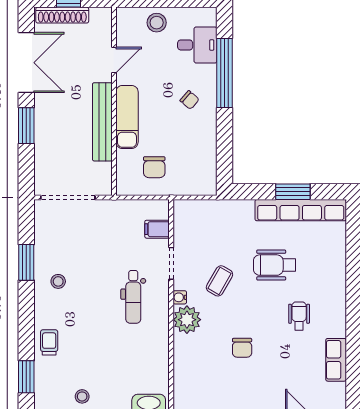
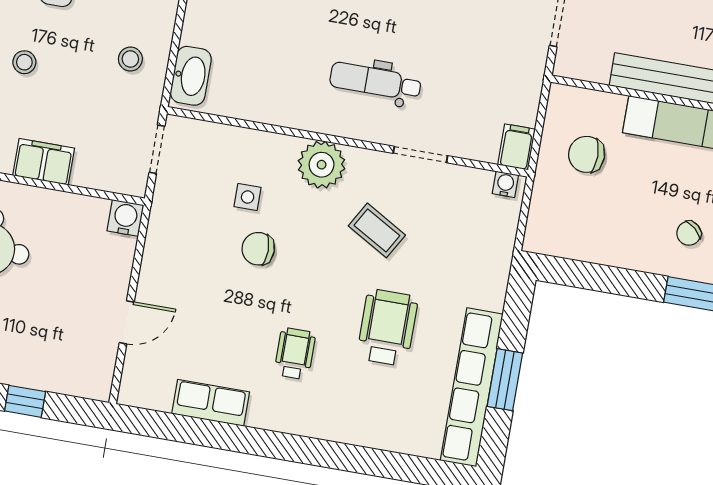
filing cabinet: (157, 229) -> (517, 147), moved
water cooler: (180, 297) -> (505, 184), moved
wheelchair: (299, 316) -> (295, 354), turned -90
side table: (213, 359) -> (248, 197), added

